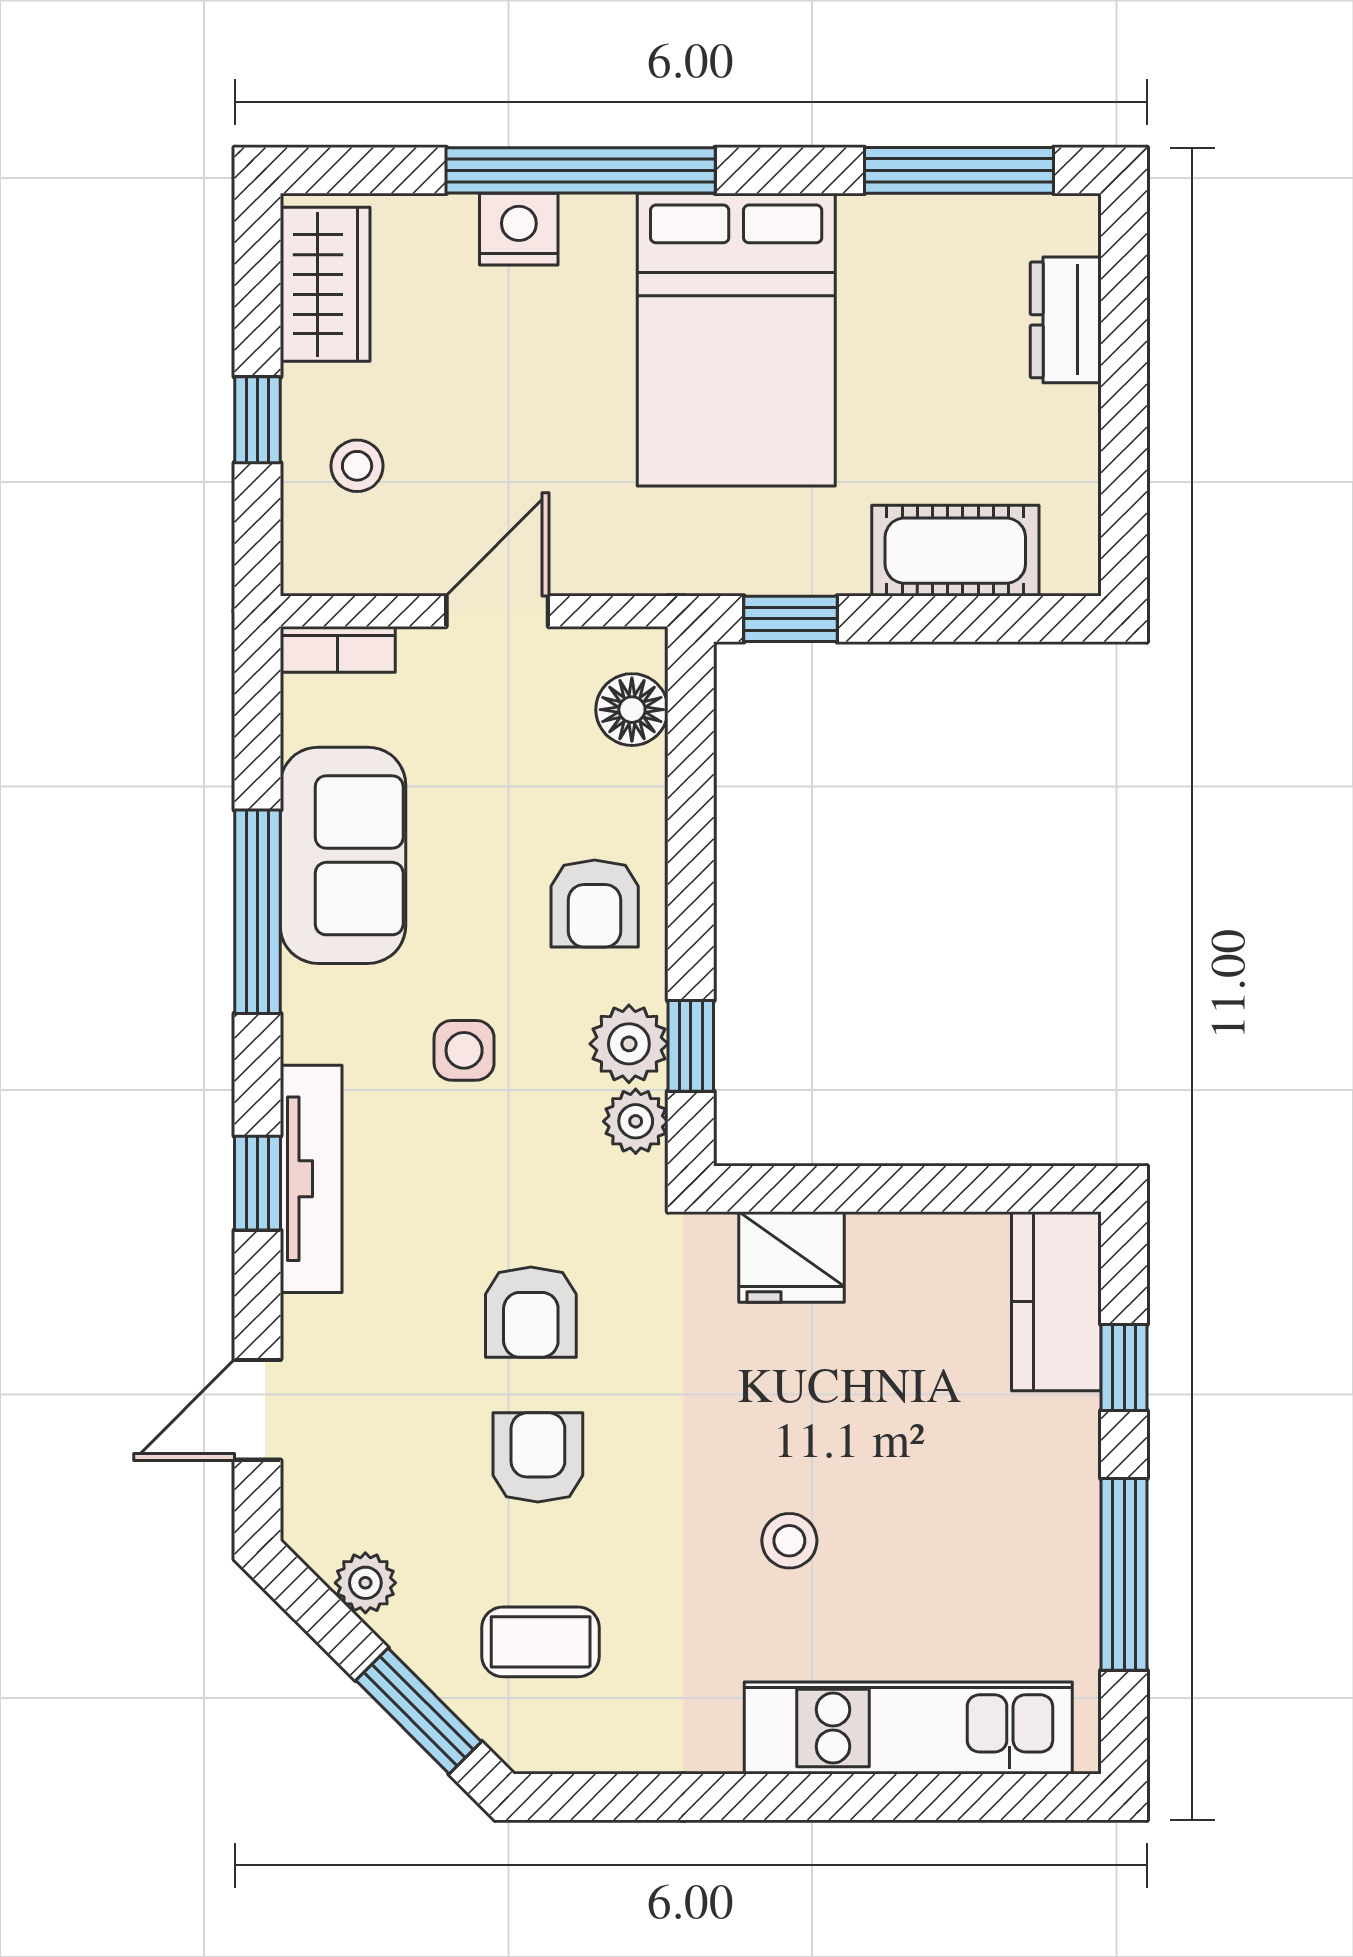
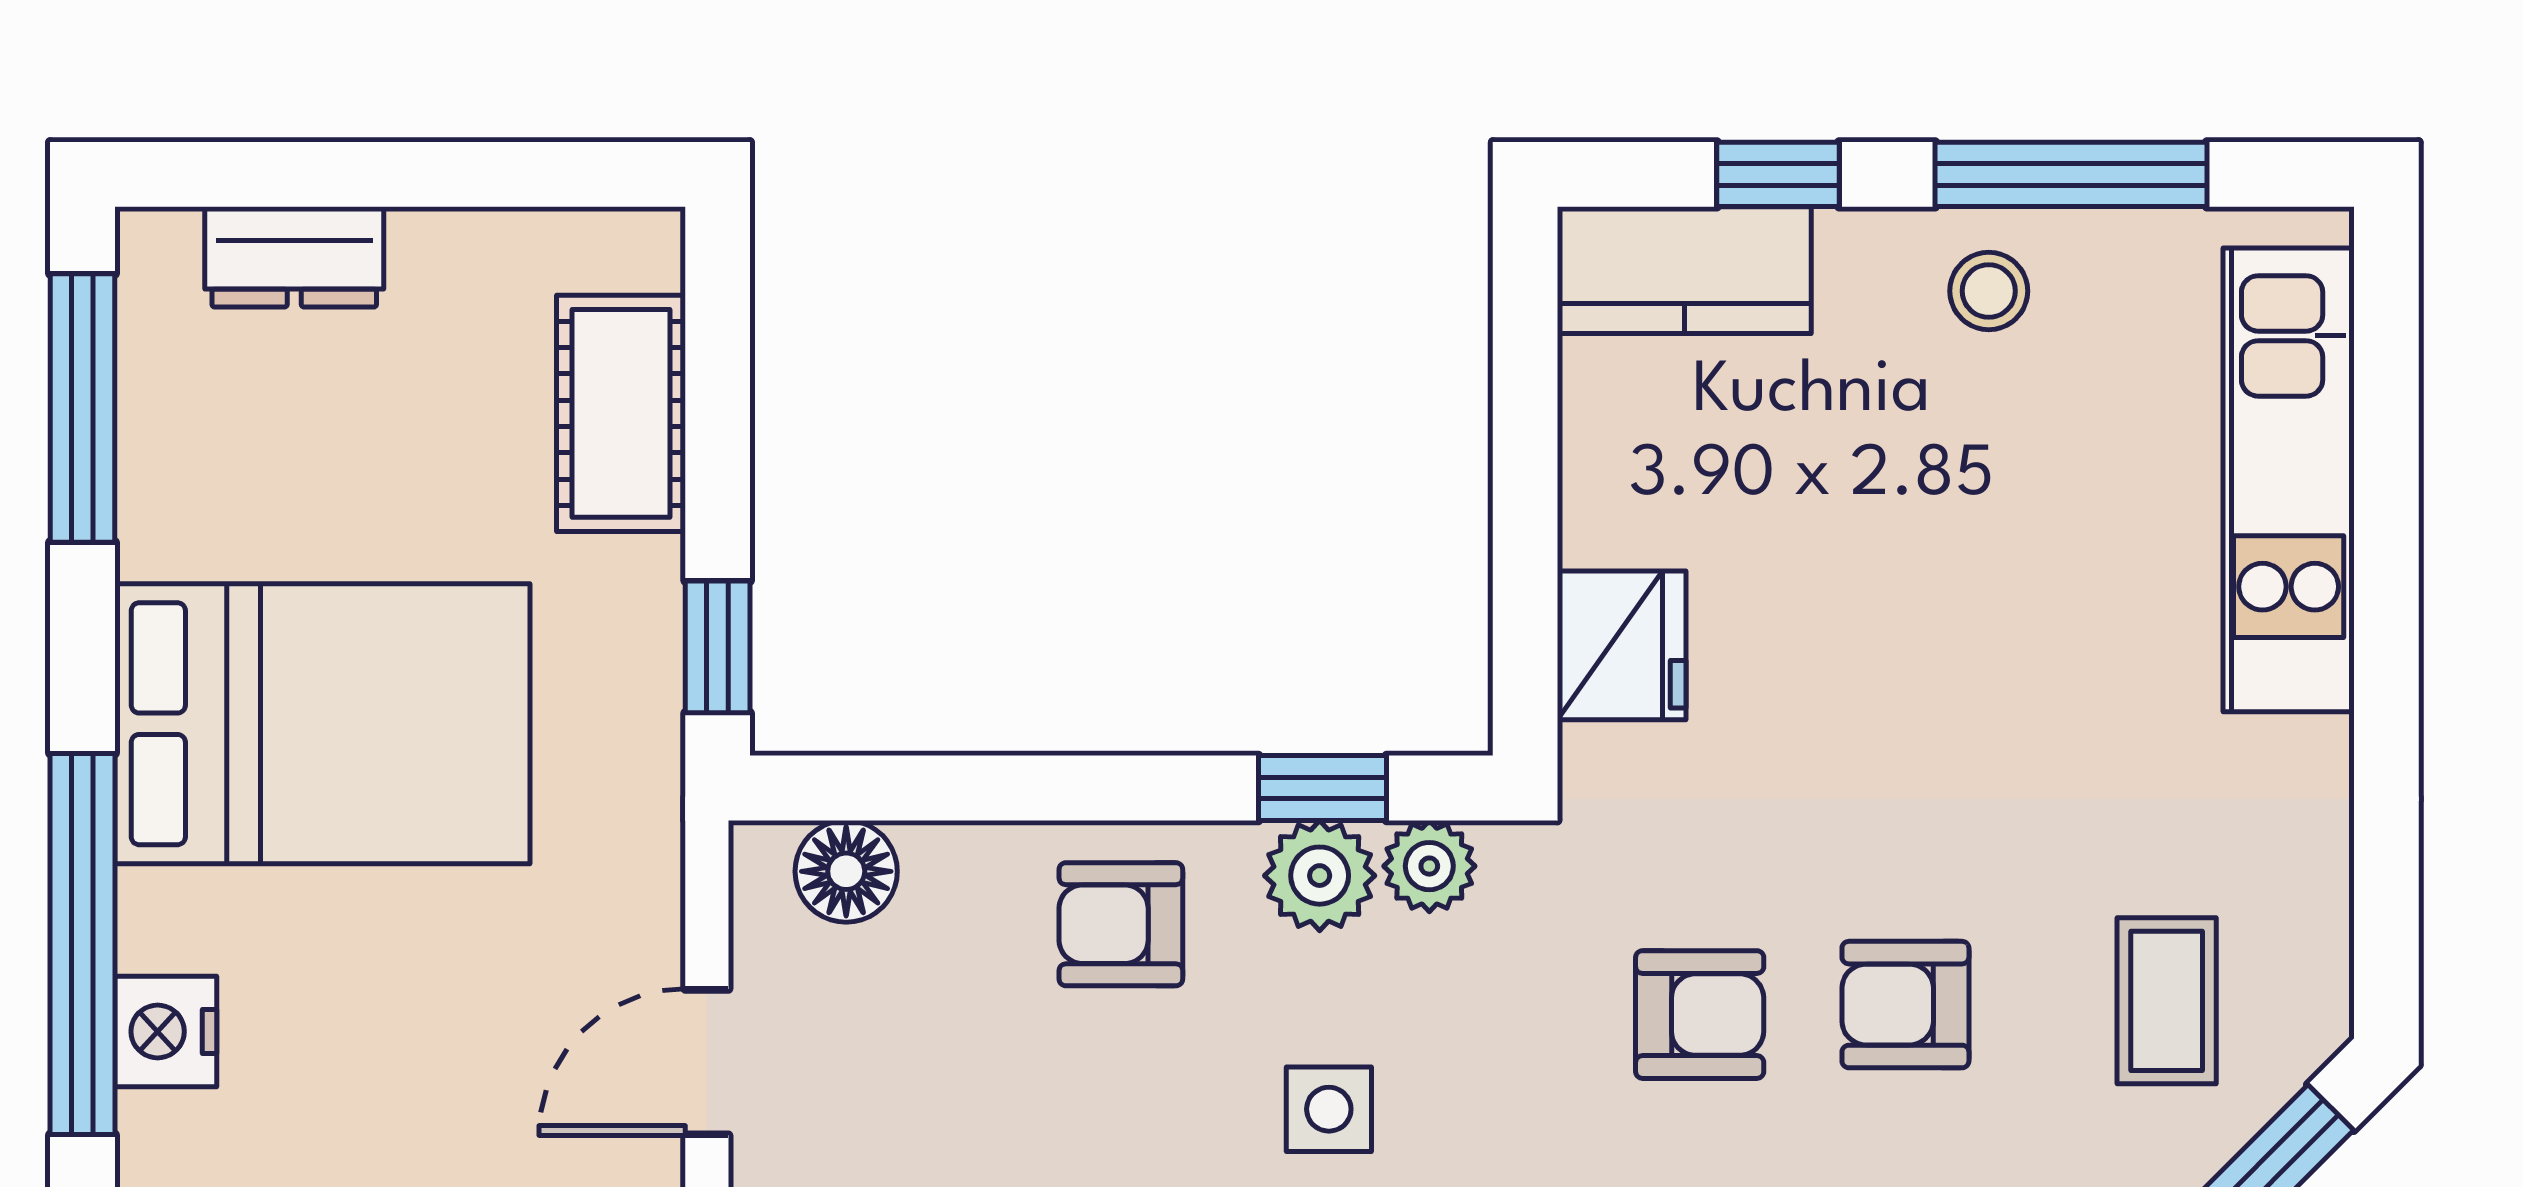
door: (497, 611) -> (707, 1062), hinge flipped
armchair: (595, 904) -> (1121, 924), turned 180
stool: (789, 1541) -> (1989, 291), moved

